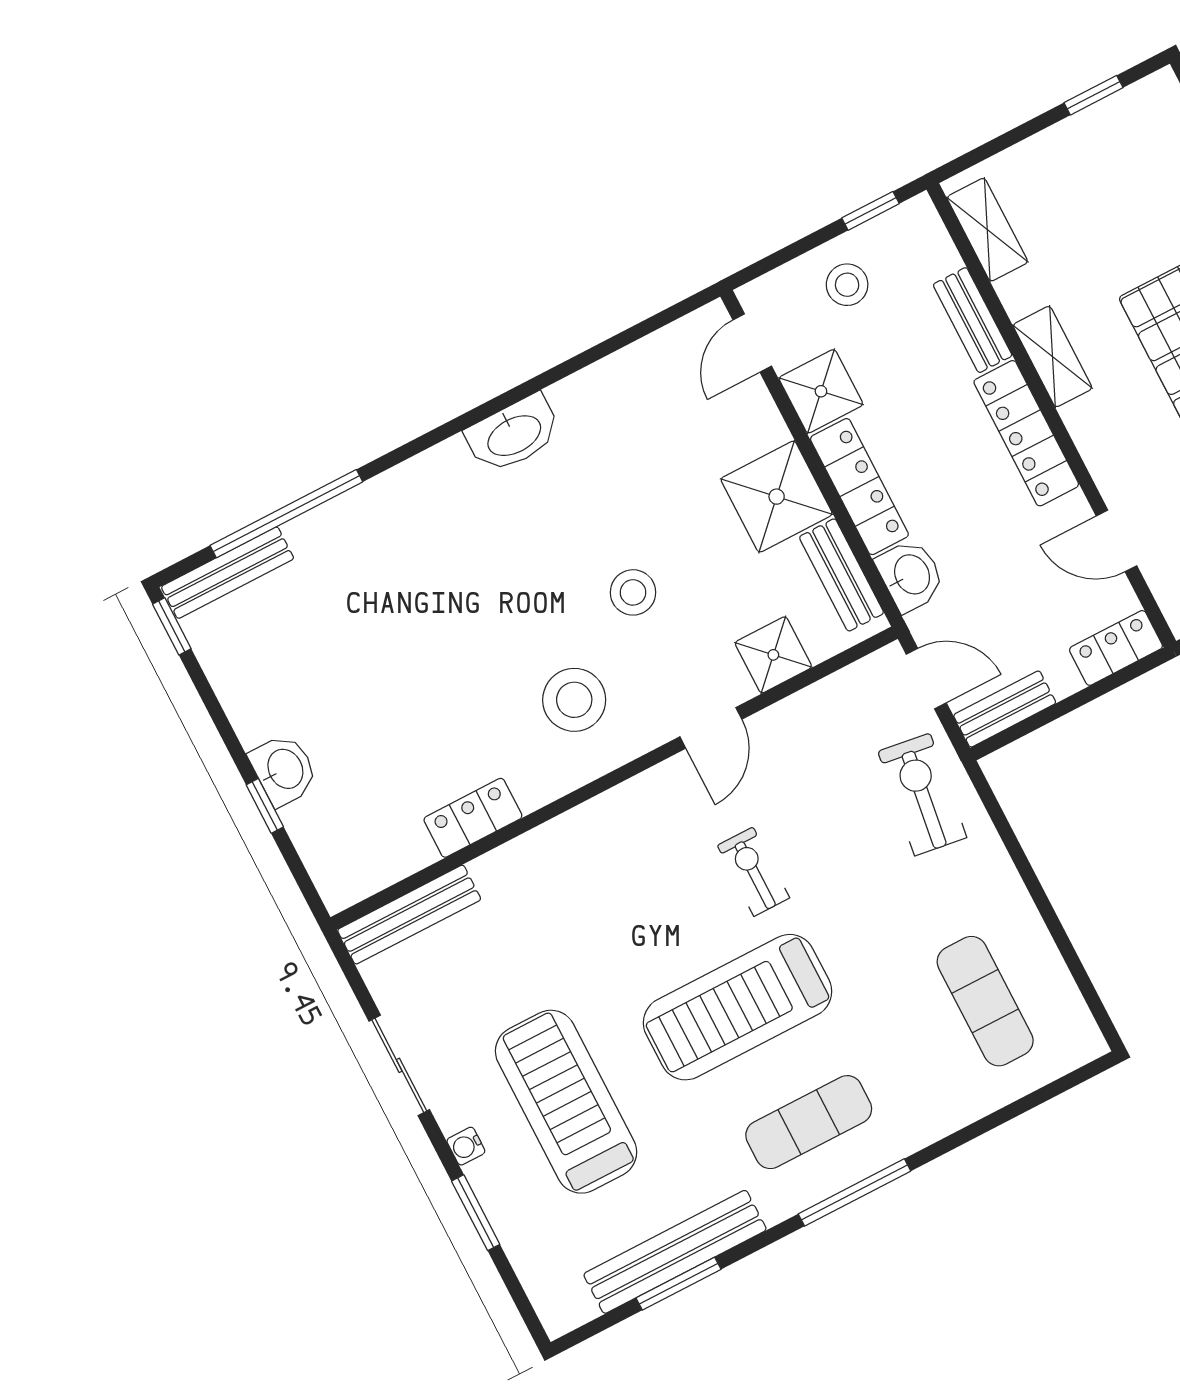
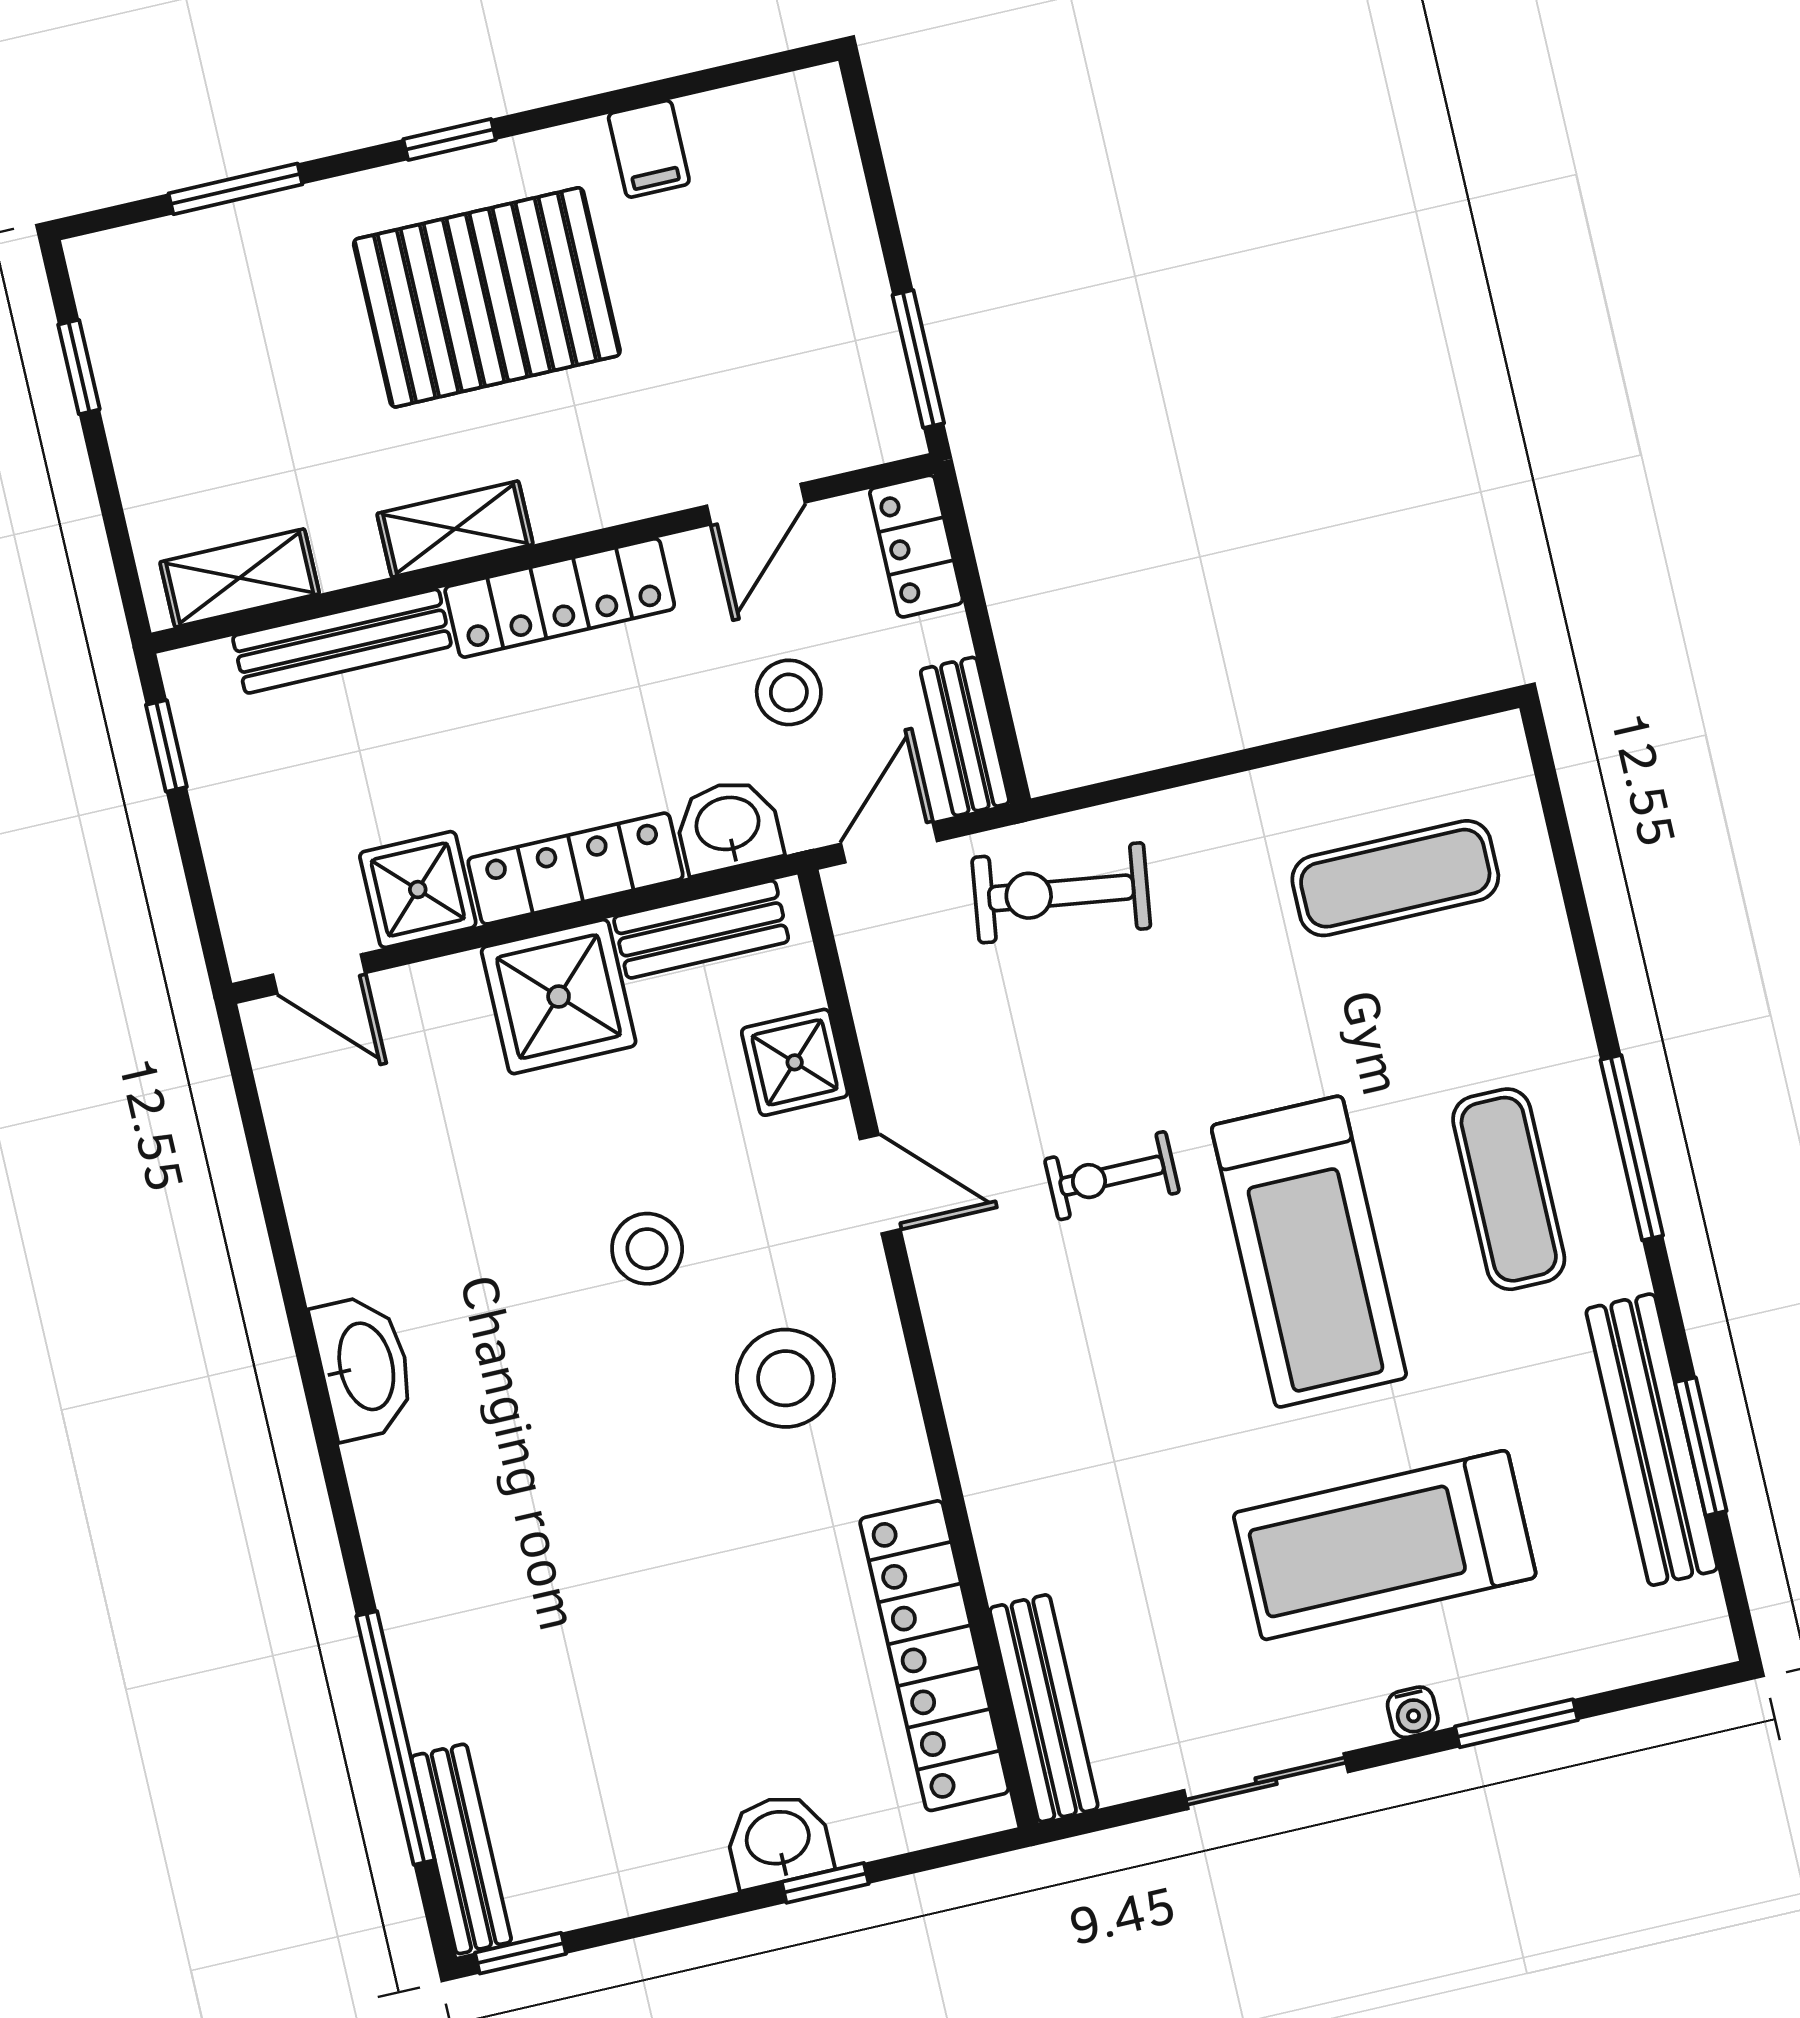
stool: (847, 285) -> (789, 692), moved
bench: (973, 320) -> (342, 641), width x1.36
locker: (473, 818) -> (934, 1656), width x2.16, depth x1.21

